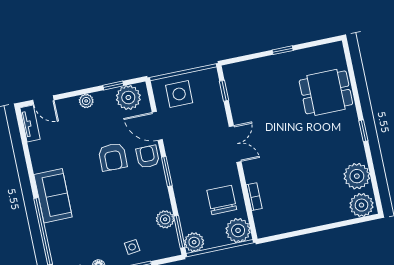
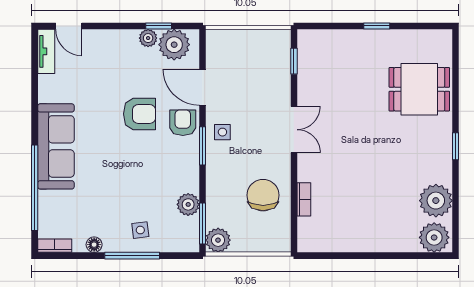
side table: (179, 94) -> (222, 132), moved, width x0.54, depth x0.54
plant: (86, 101) -> (148, 38), moved
armchair: (113, 157) -> (140, 114), turned -91
sofa: (53, 196) -> (56, 146), width x1.36
plant: (238, 230) -> (275, 237), removed

